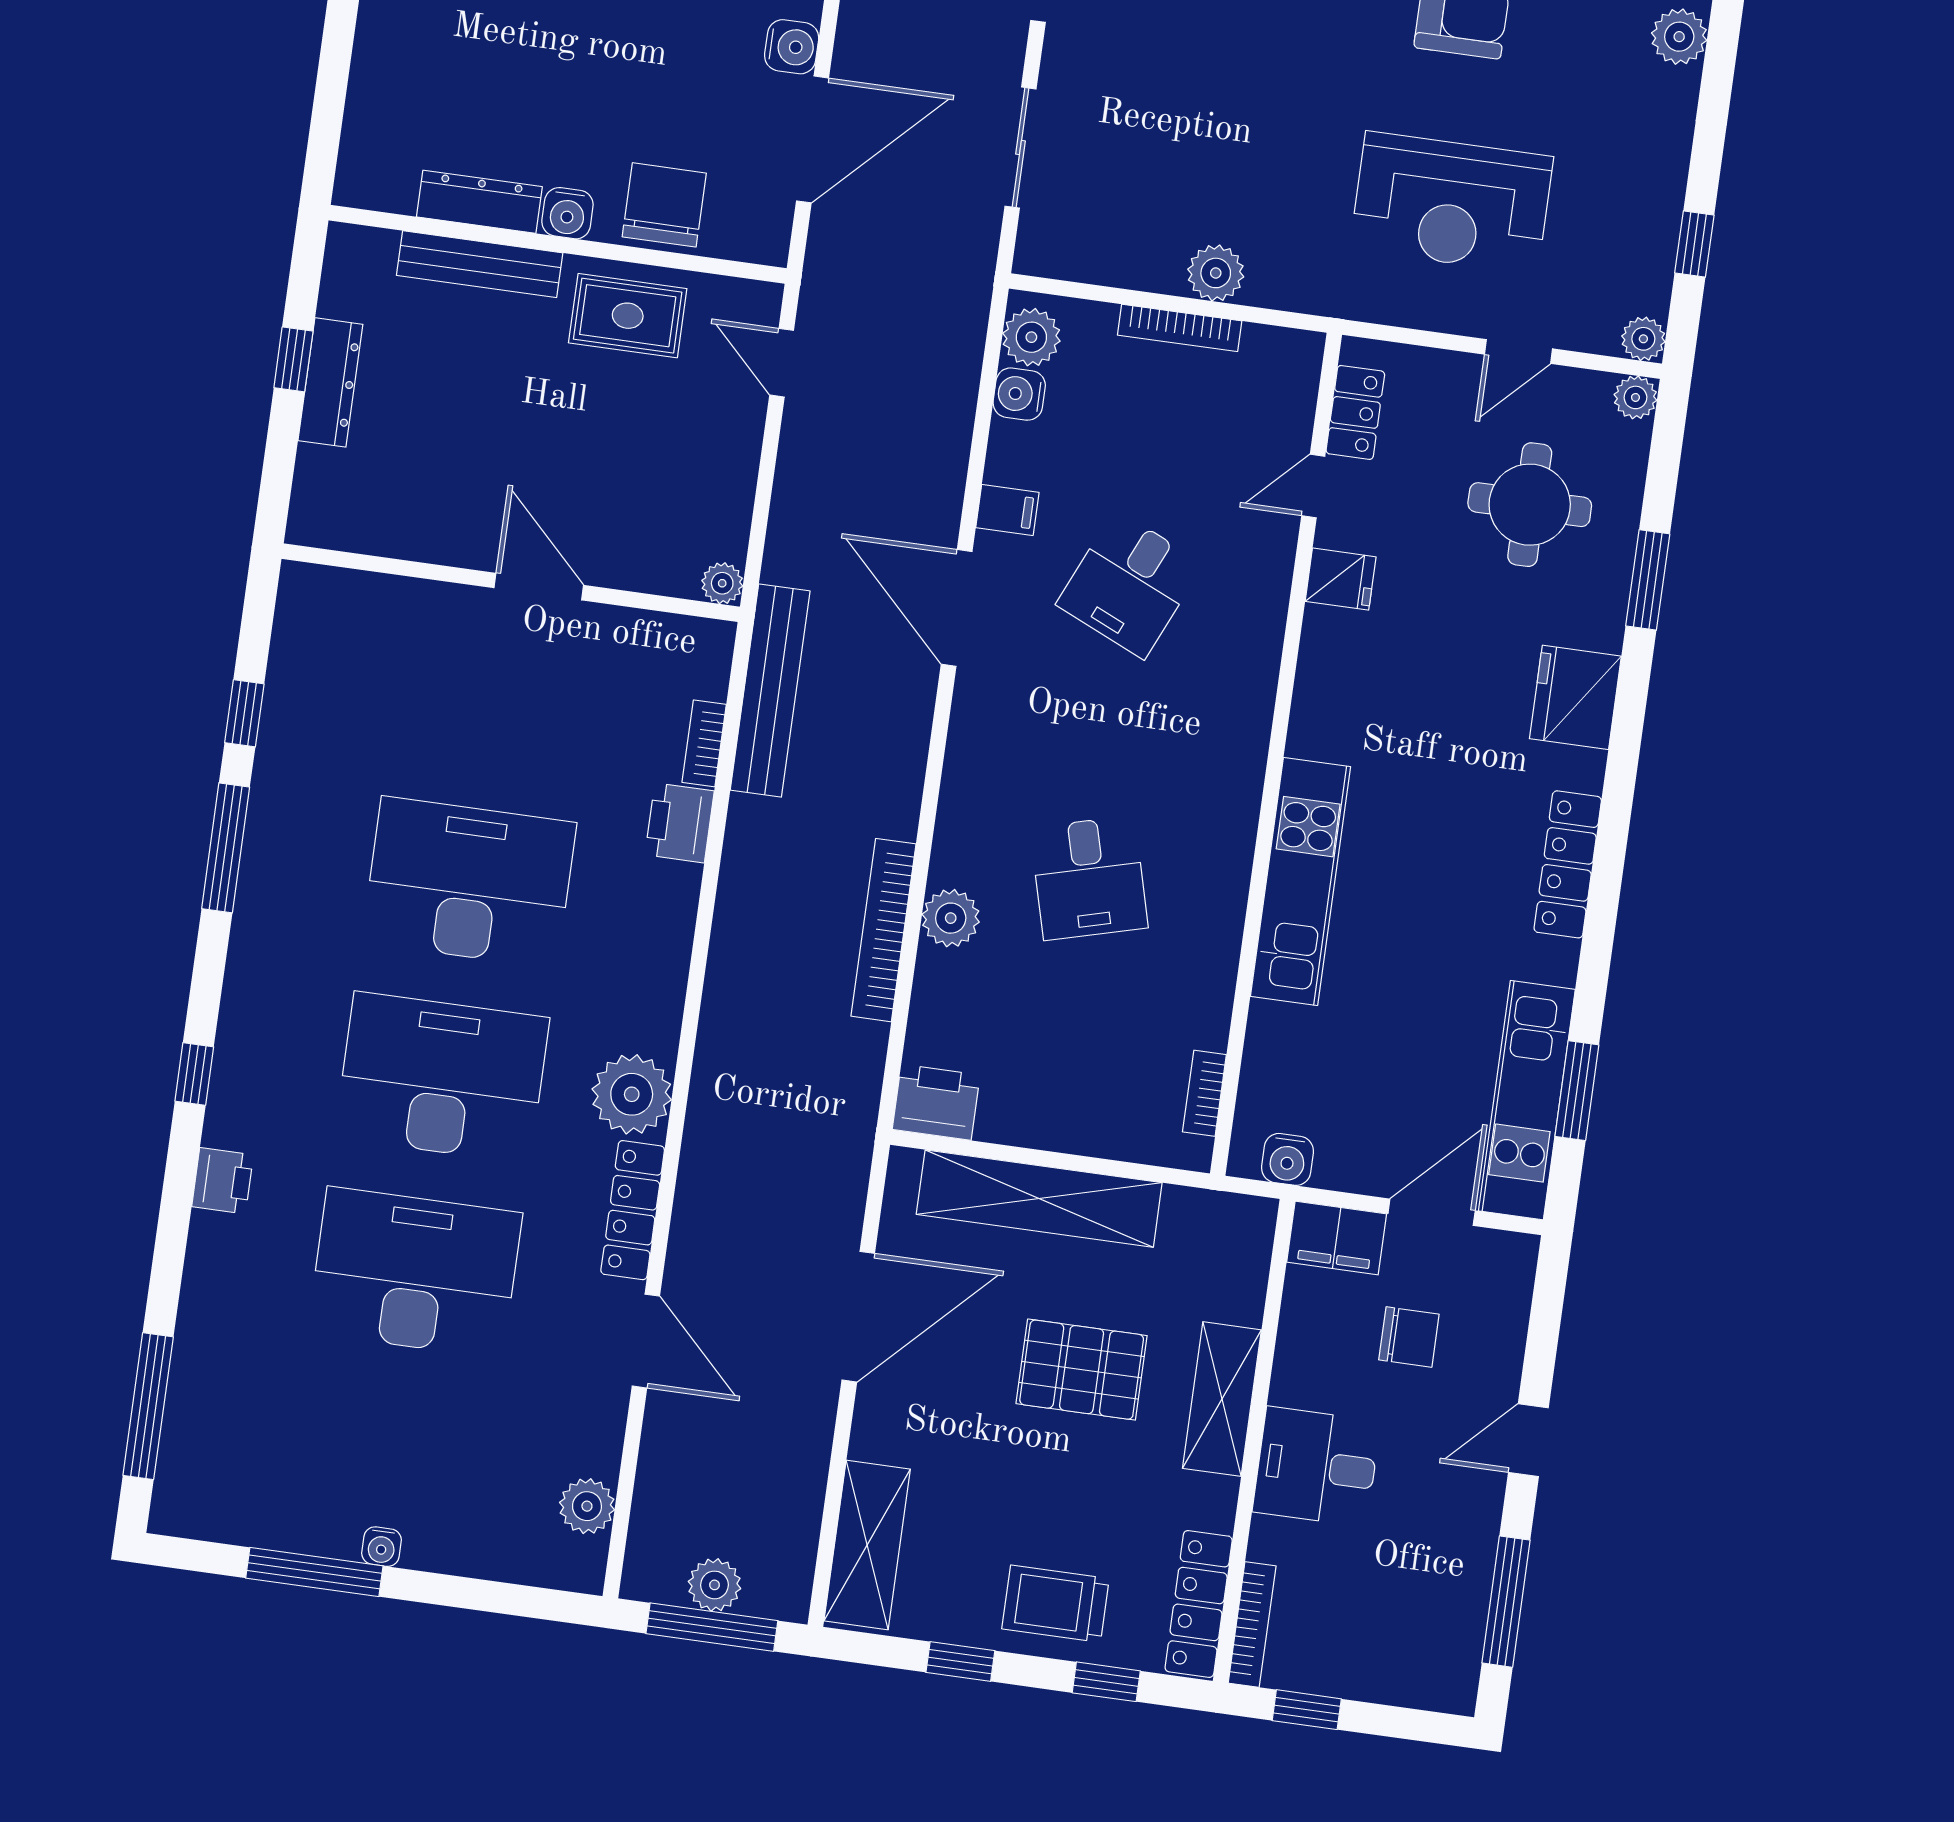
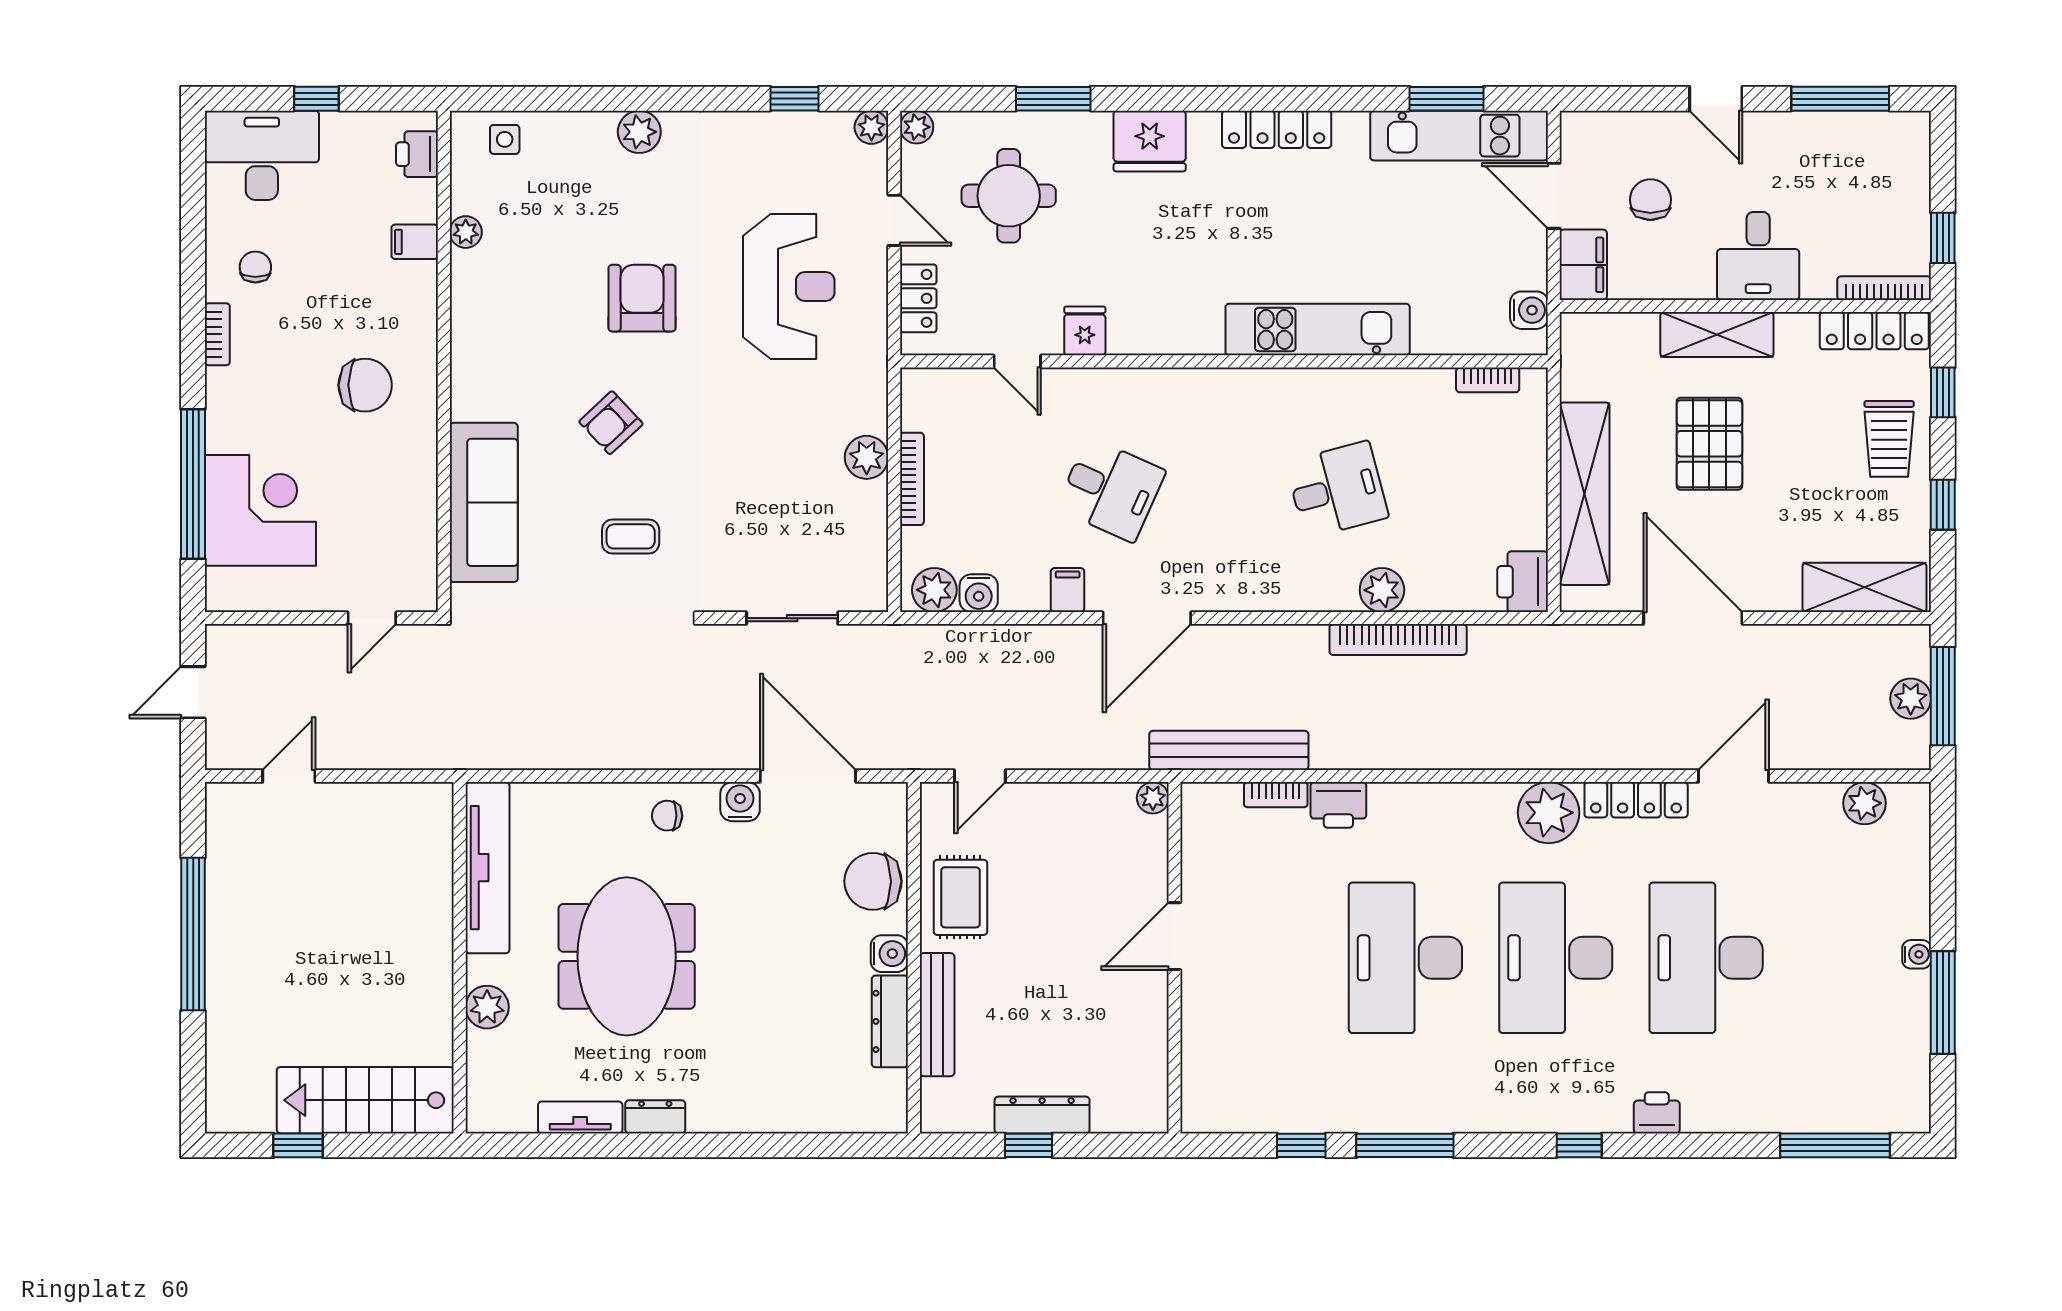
locker: (1355, 412) -> (918, 298), moved, turned 90

